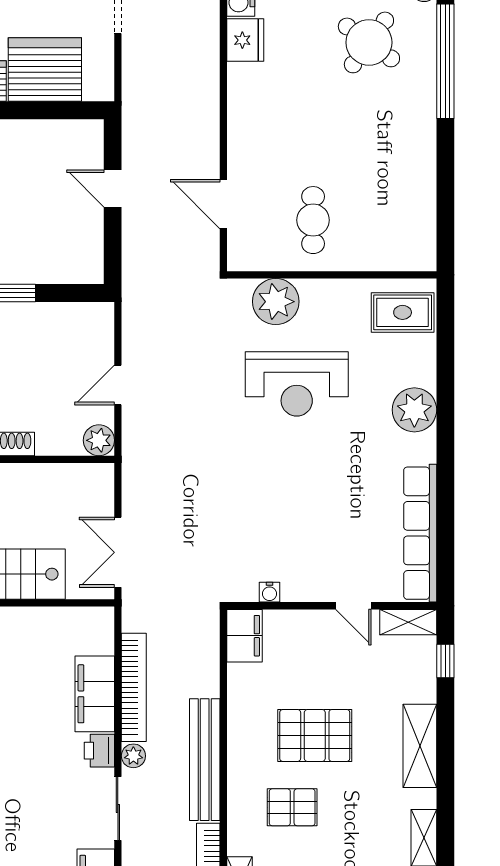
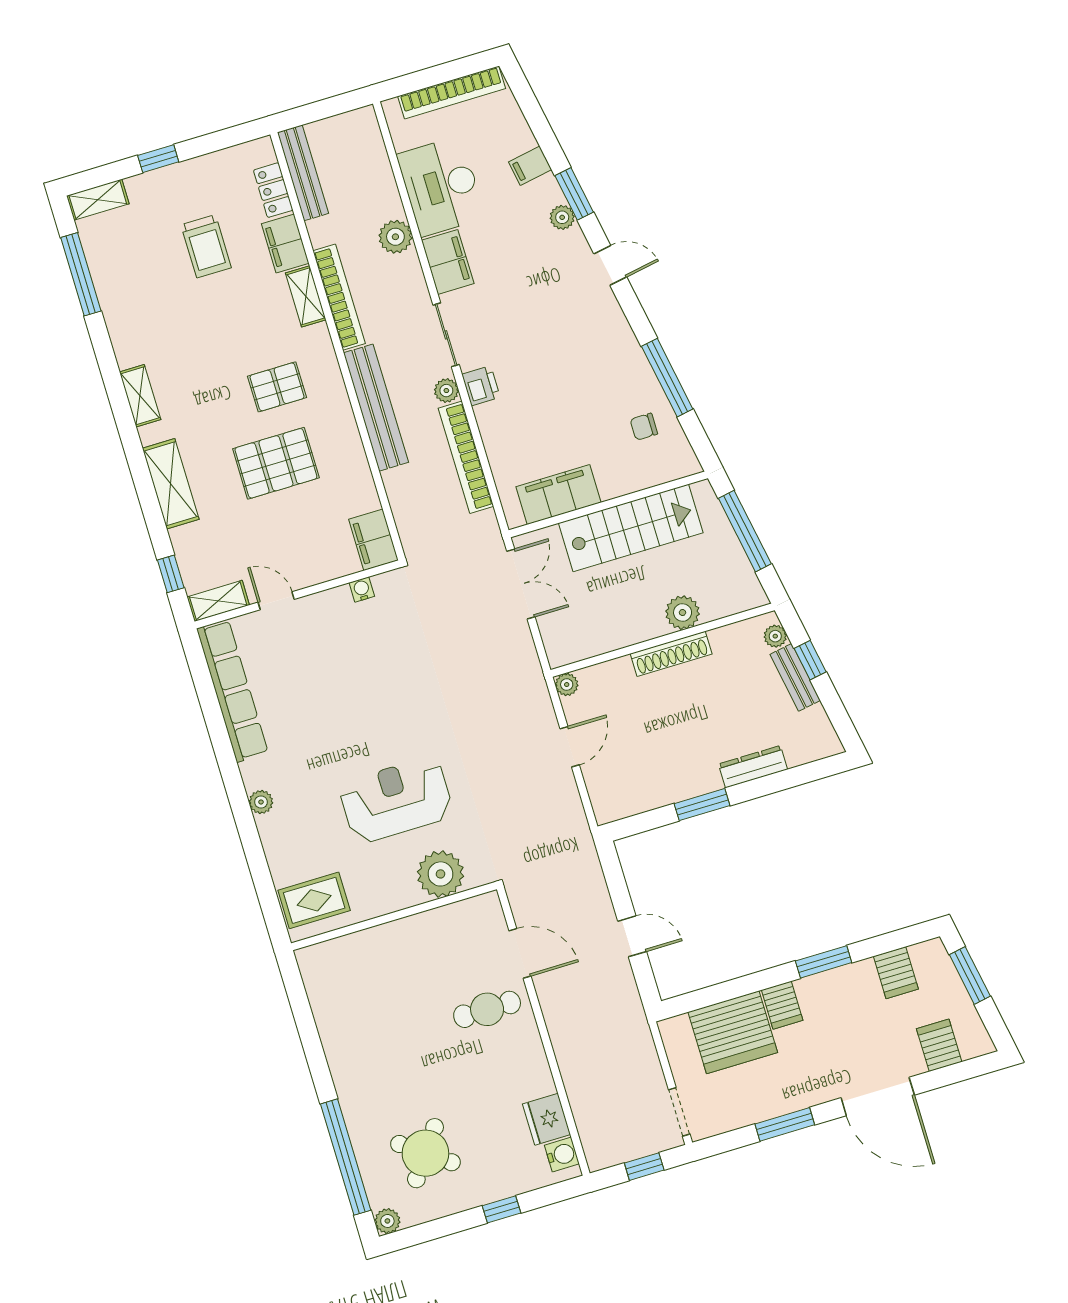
cafe table: (313, 220) -> (487, 1009), moved, turned 90
plant: (414, 410) -> (261, 802), width x0.53, depth x0.53
plant: (99, 440) -> (567, 685), width x0.73, depth x0.73
filing cabinet: (95, 694) -> (558, 495), moved, turned -90

